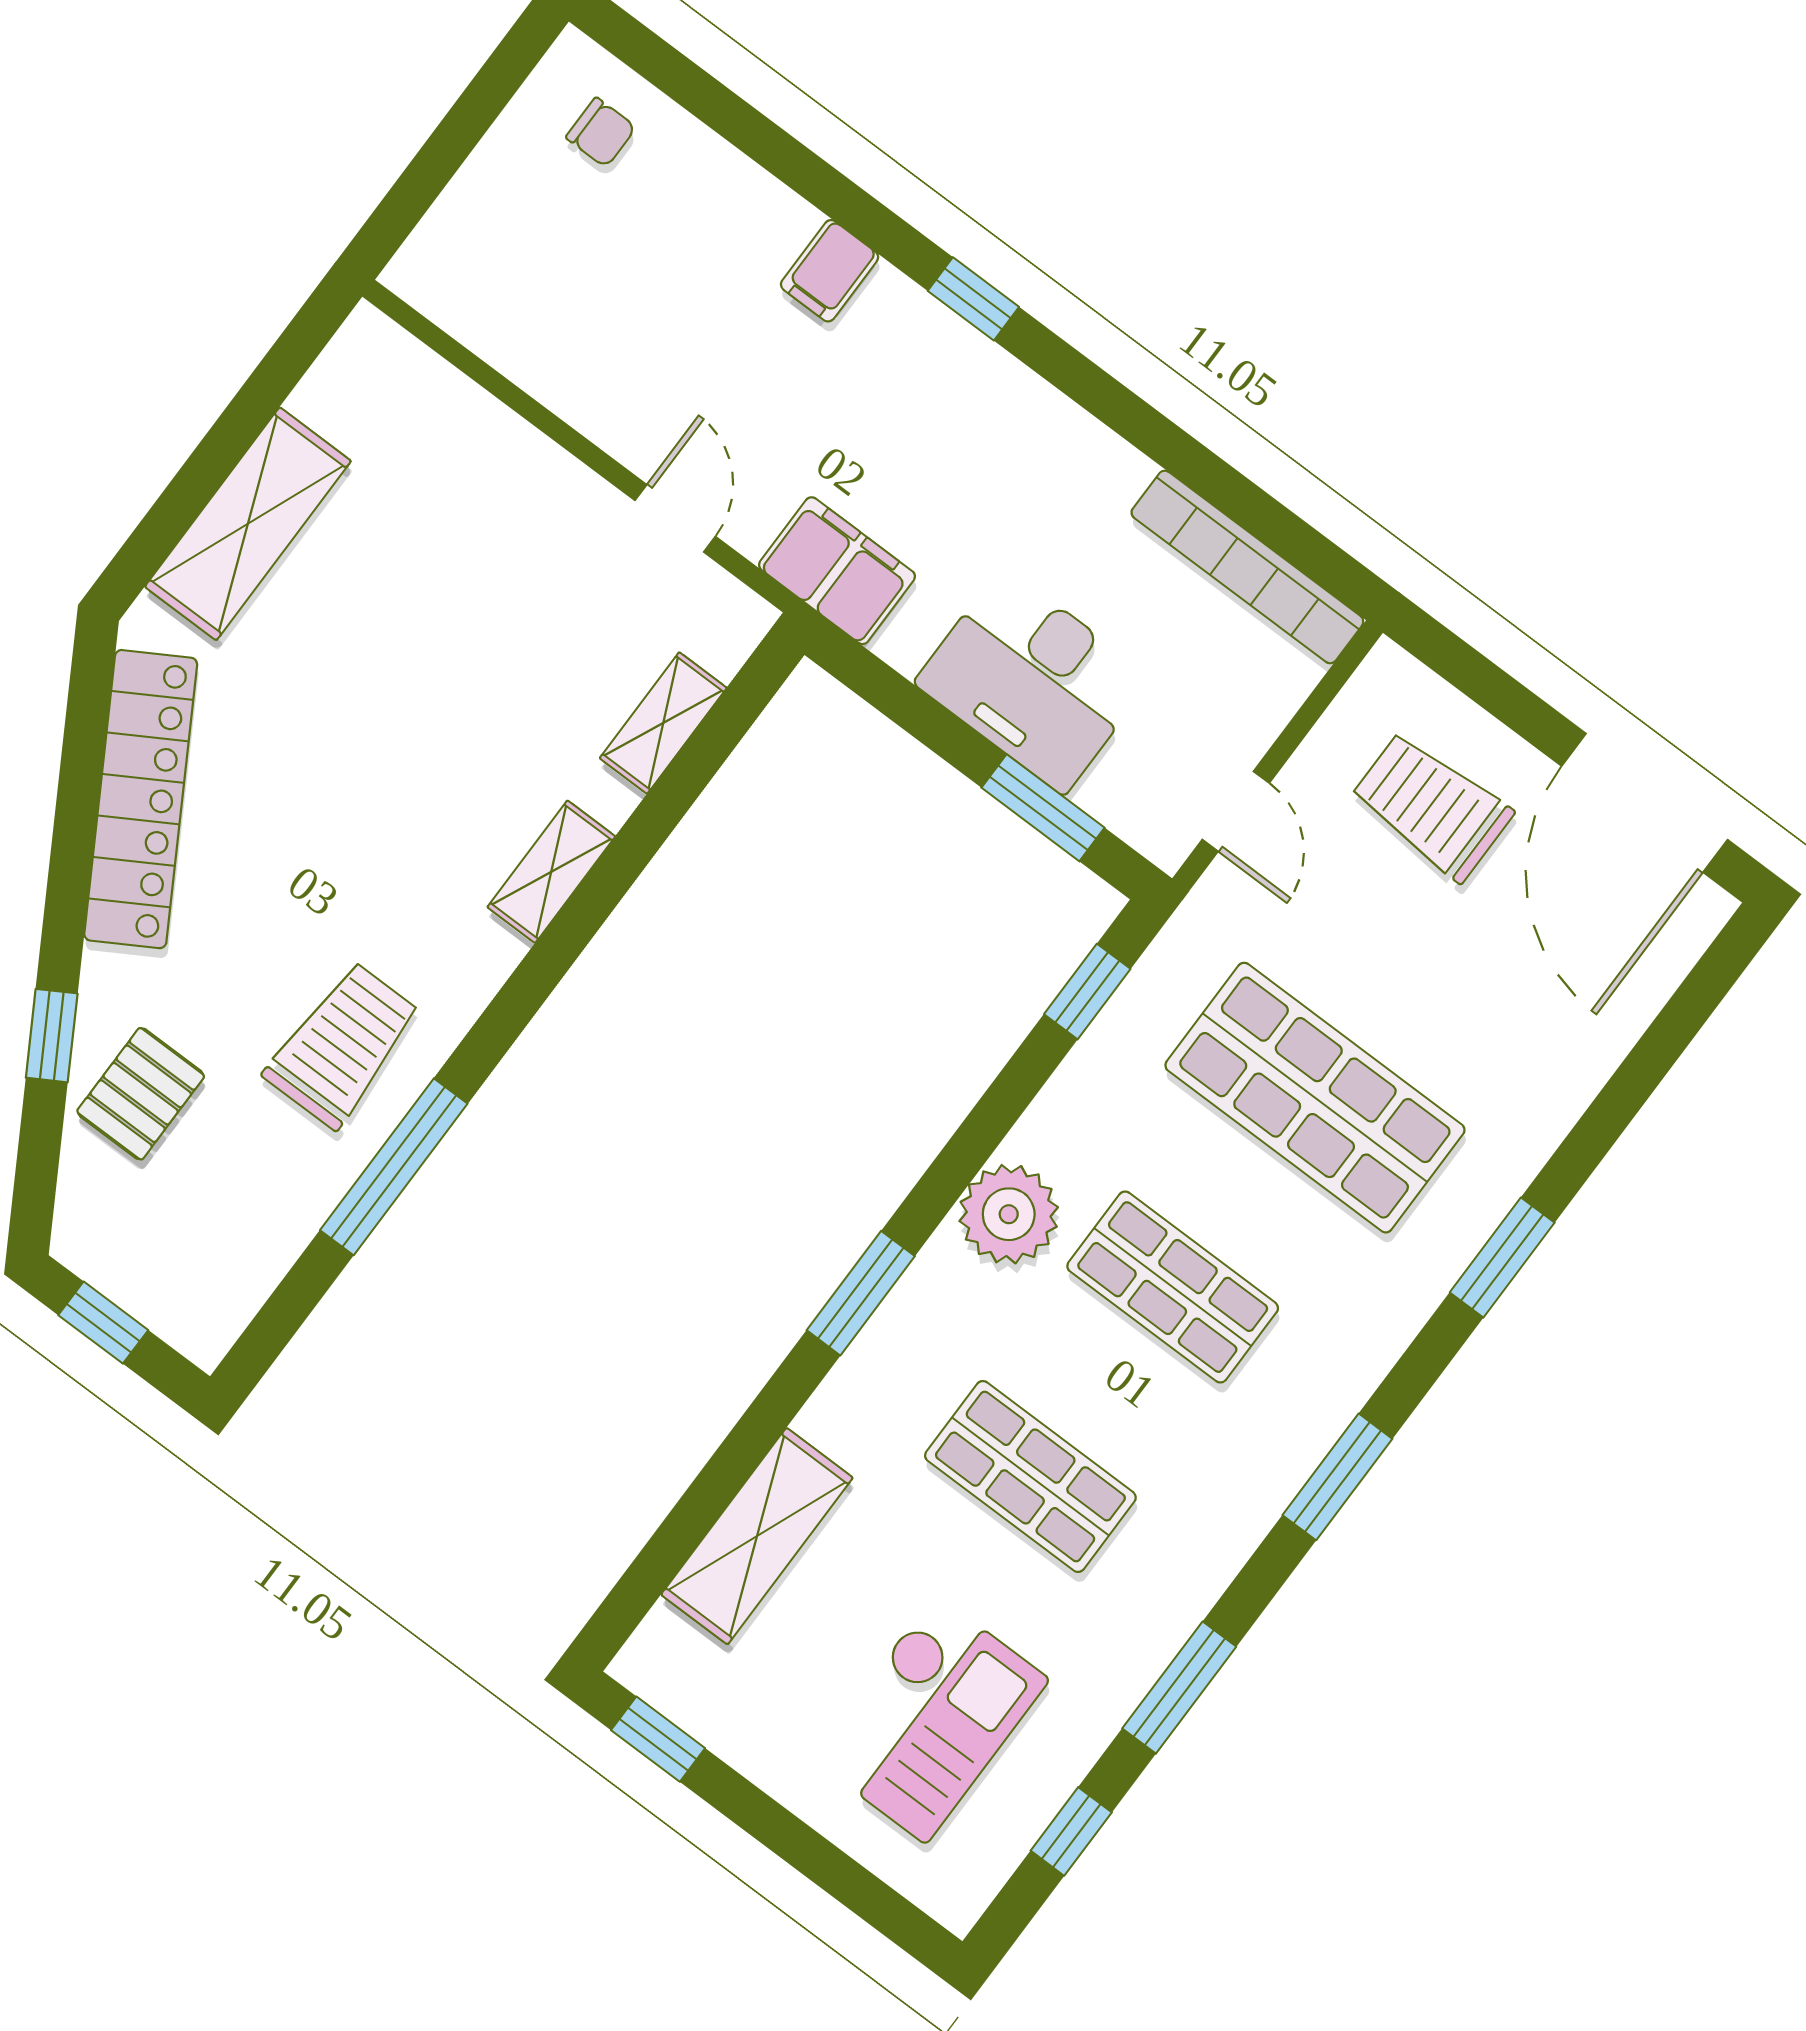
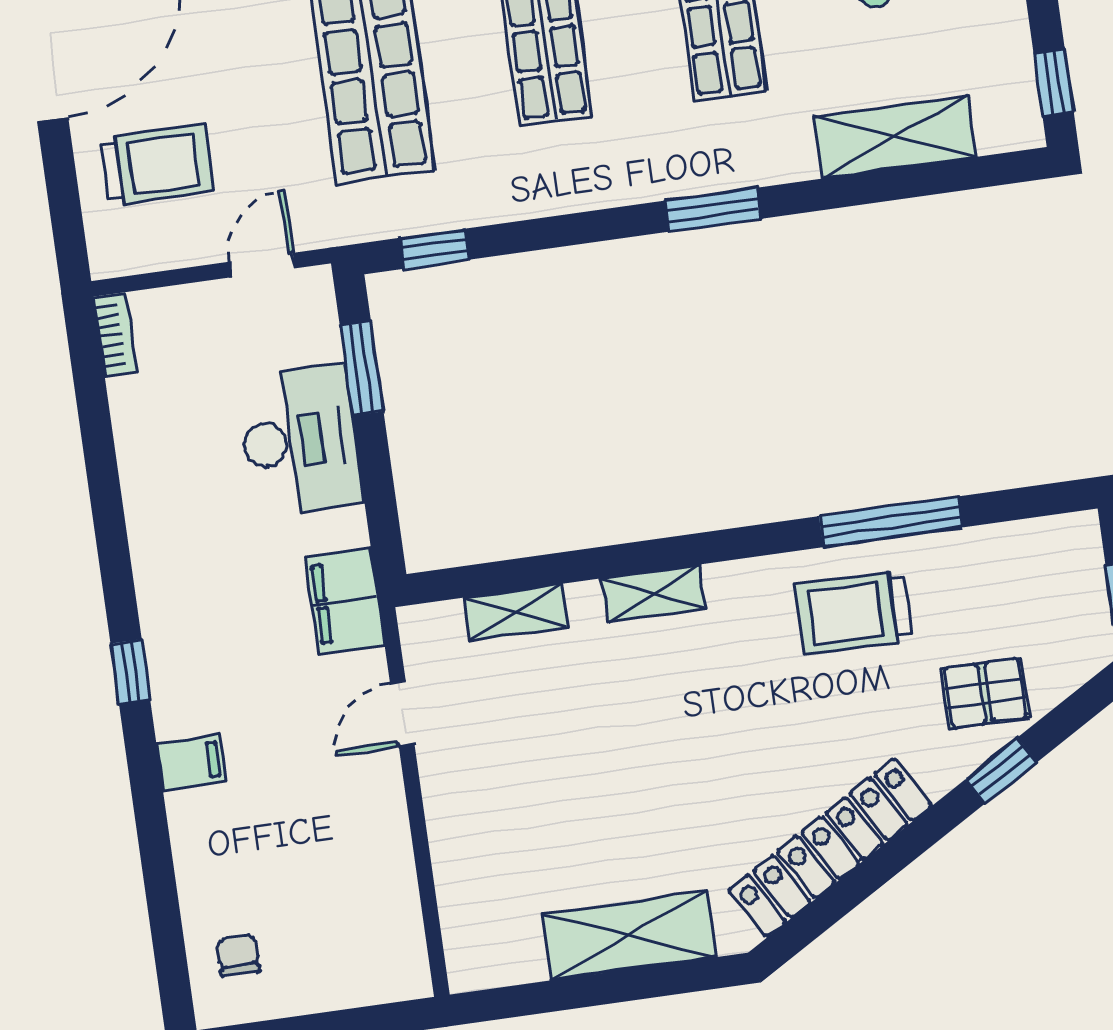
bookcase: (1247, 567) -> (115, 335), width x0.43, depth x0.76
trolley: (1432, 806) -> (157, 165), turned -90
plant: (1009, 1214) -> (593, 173), removed

